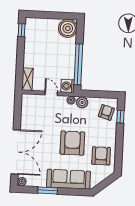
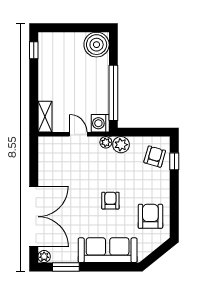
armchair: (72, 143) -> (110, 201), width x0.53, depth x0.53
window: (48, 190) -> (66, 267), moved

